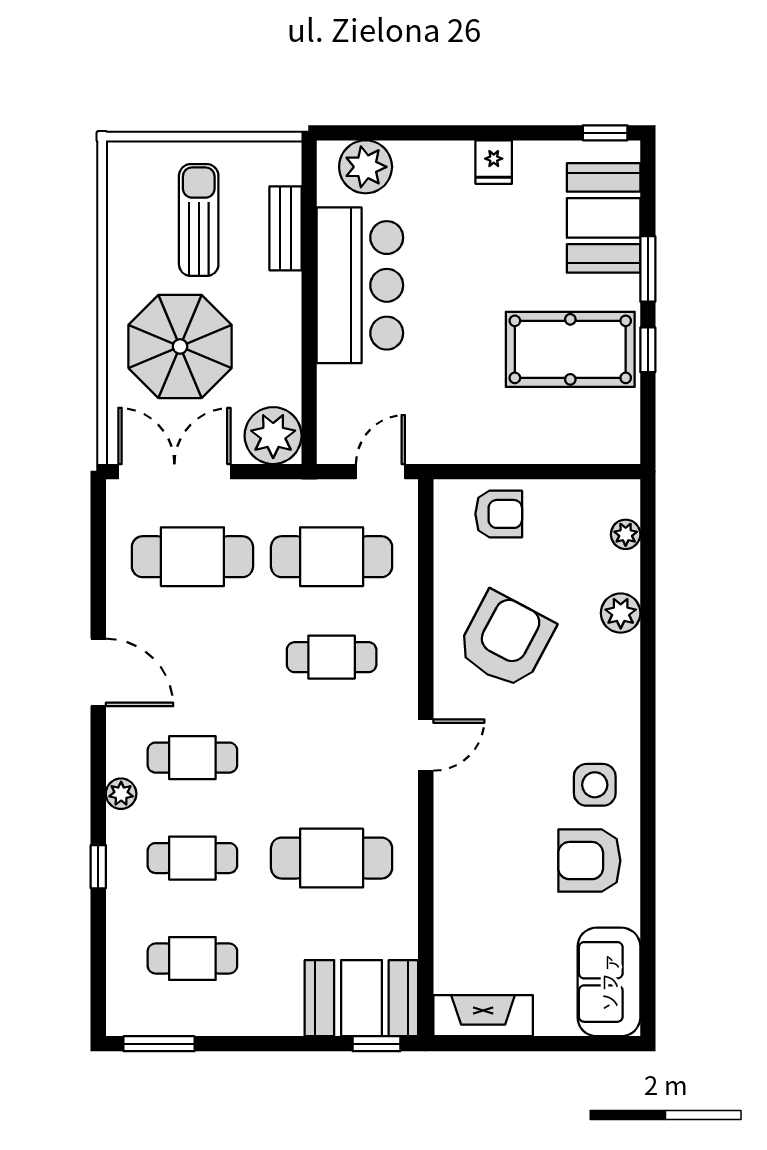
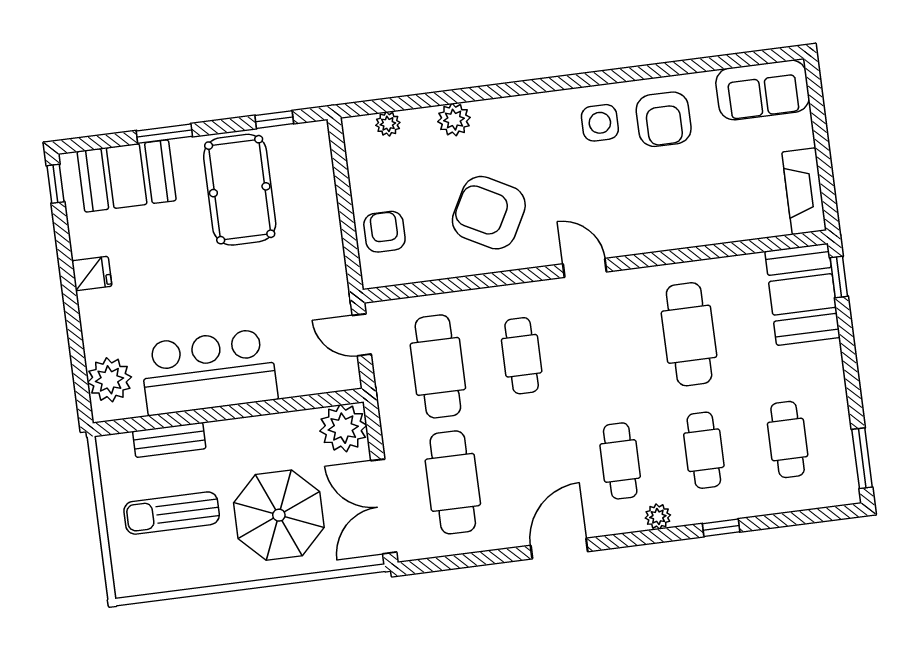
window: (648, 350) -> (274, 120), moved

